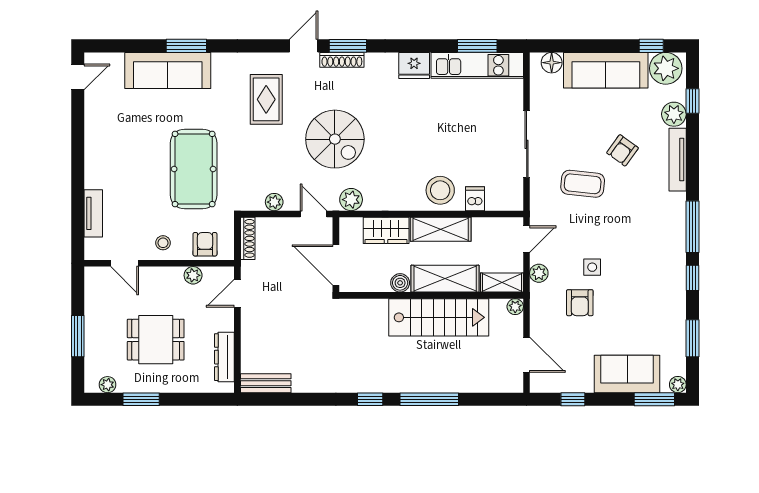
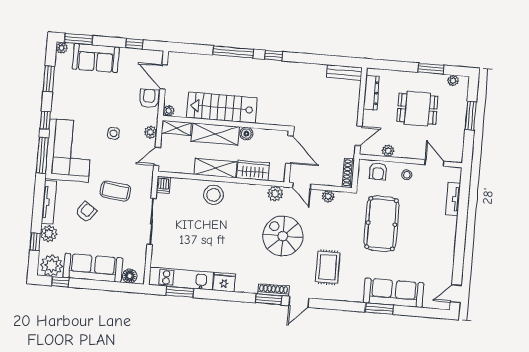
dishwasher: (475, 199) -> (163, 185), moved
corner sofa: (655, 237) -> (69, 151), added
armchair: (580, 303) -> (149, 98), moved

